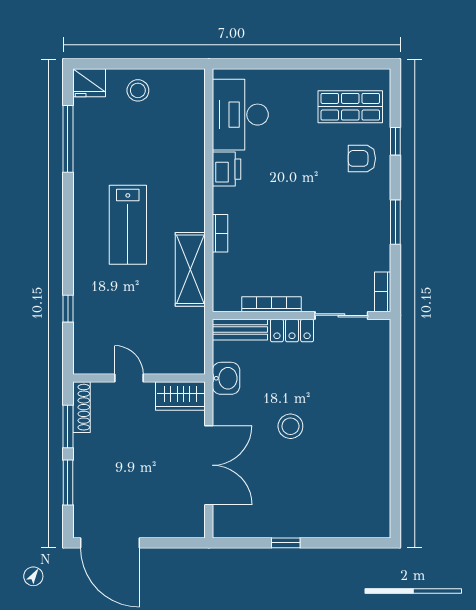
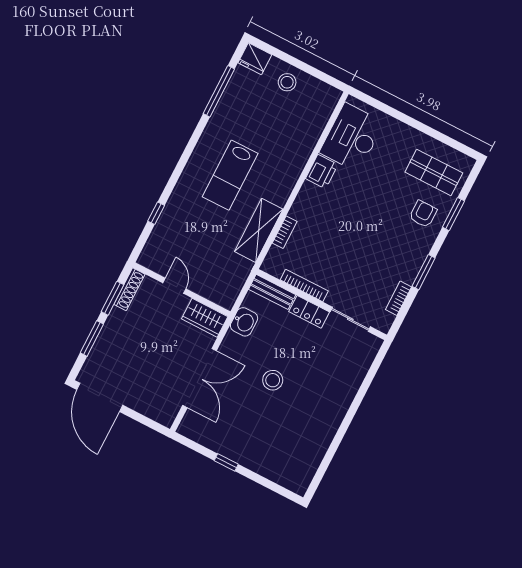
window: (395, 141) -> (453, 214), width x1.50
armchair: (362, 158) -> (423, 214), turned 90
bookcase: (220, 233) -> (285, 232), moved
bookcase: (383, 292) -> (399, 298), moved

